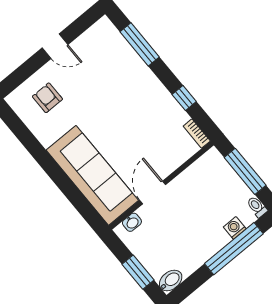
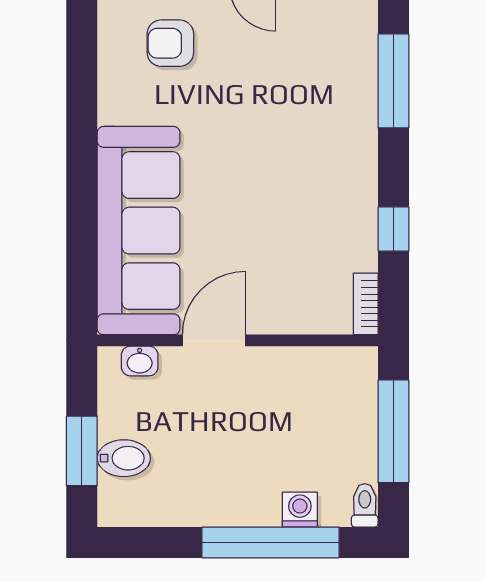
armchair: (47, 98) -> (170, 43), turned -90
bidet: (171, 281) -> (124, 458), moved

